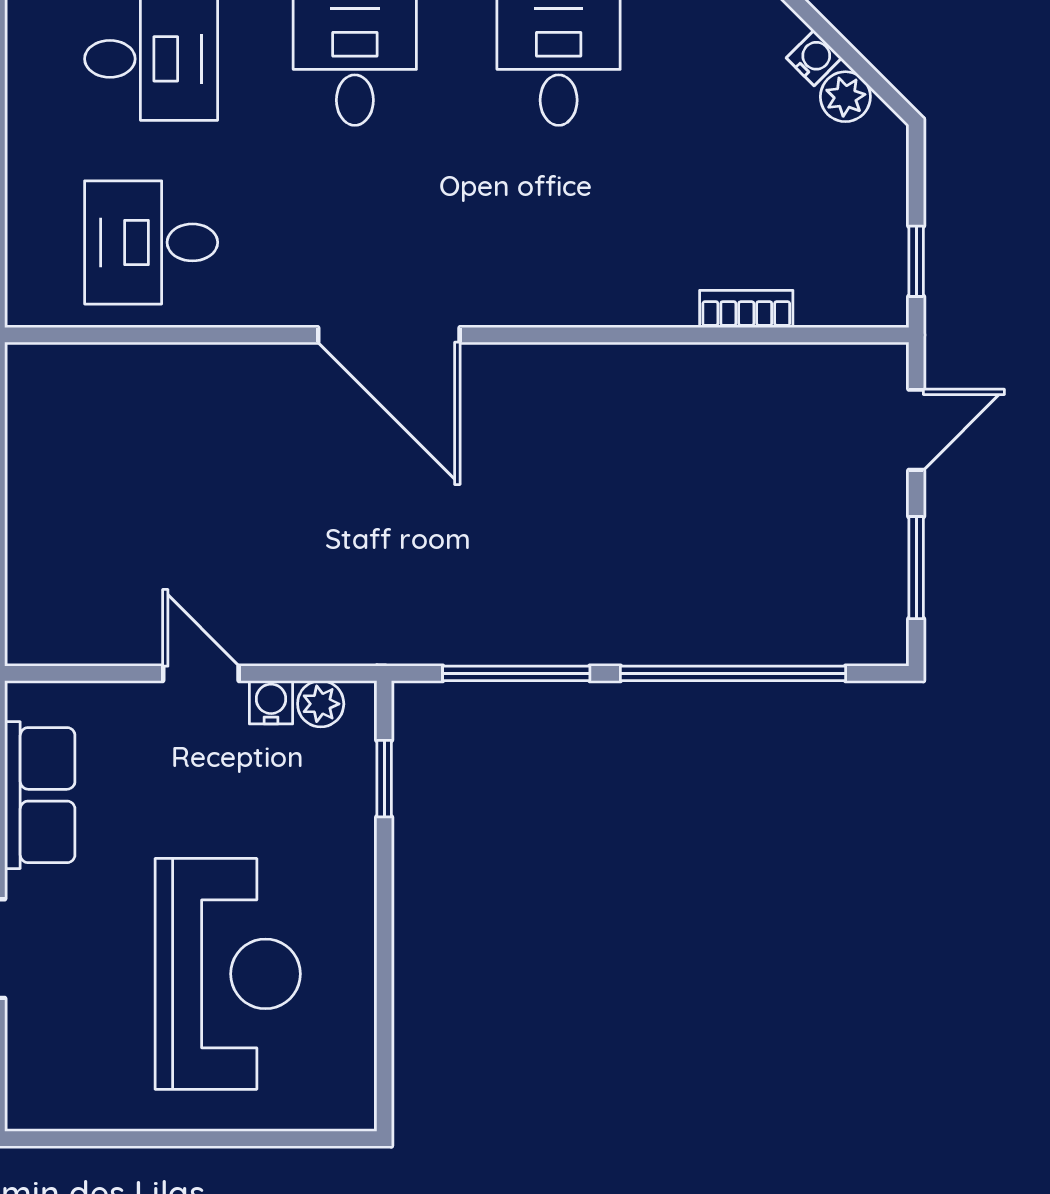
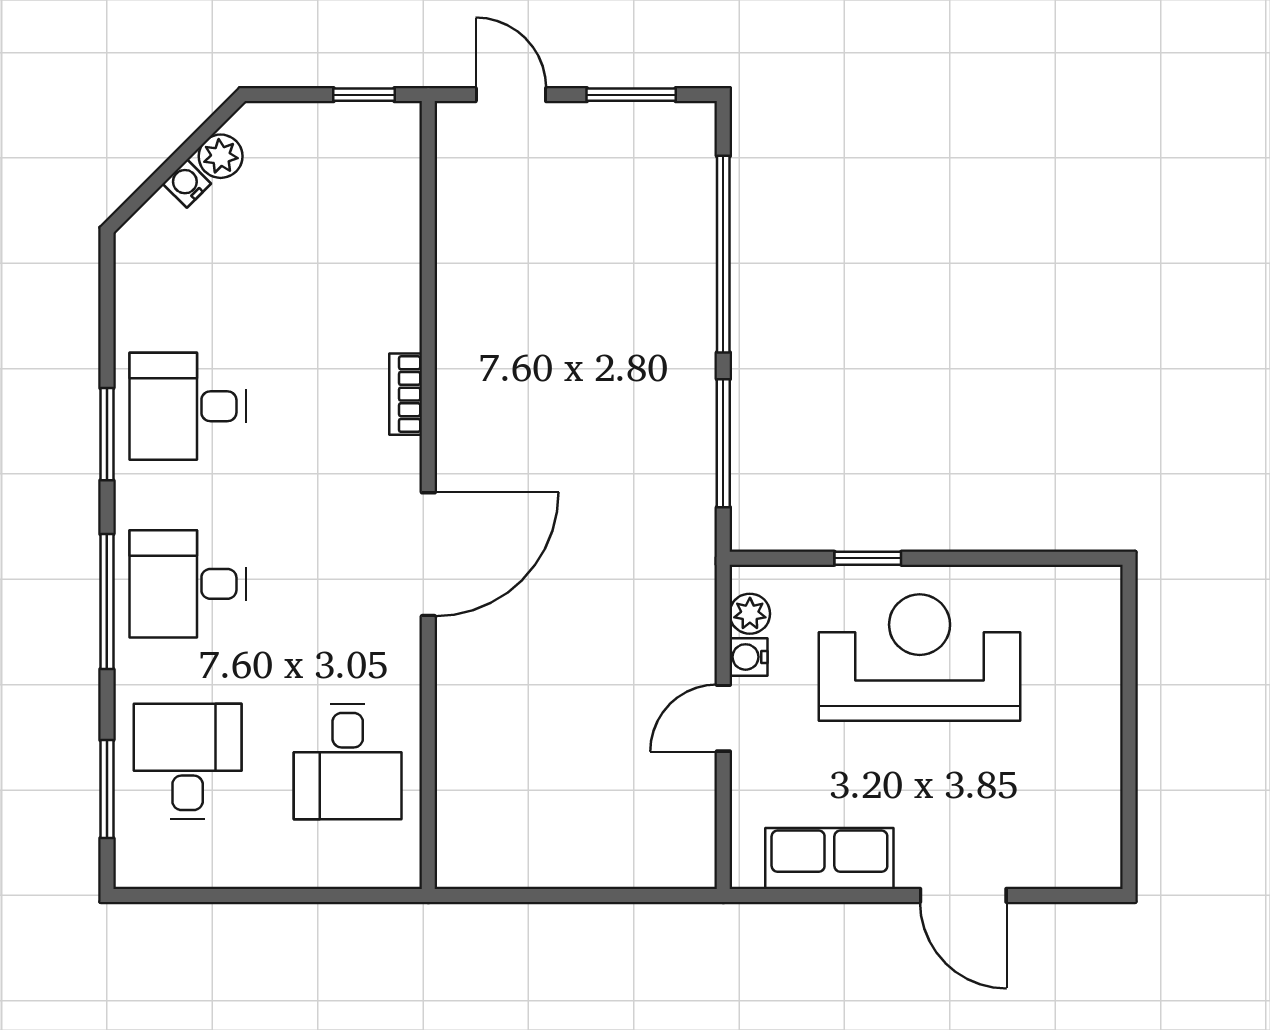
bookcase: (746, 309) -> (406, 394), moved
window: (384, 779) -> (868, 558), moved
reception desk: (228, 974) -> (920, 658), moved

